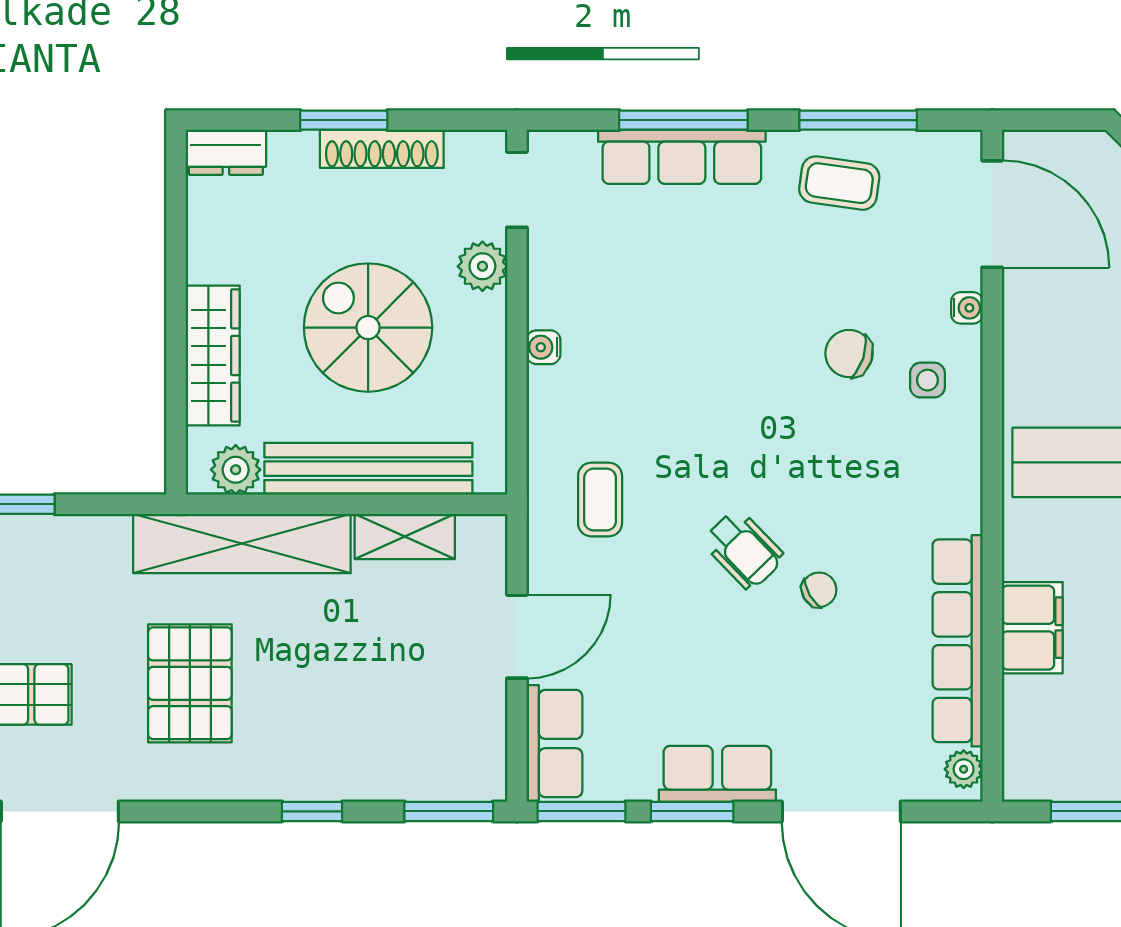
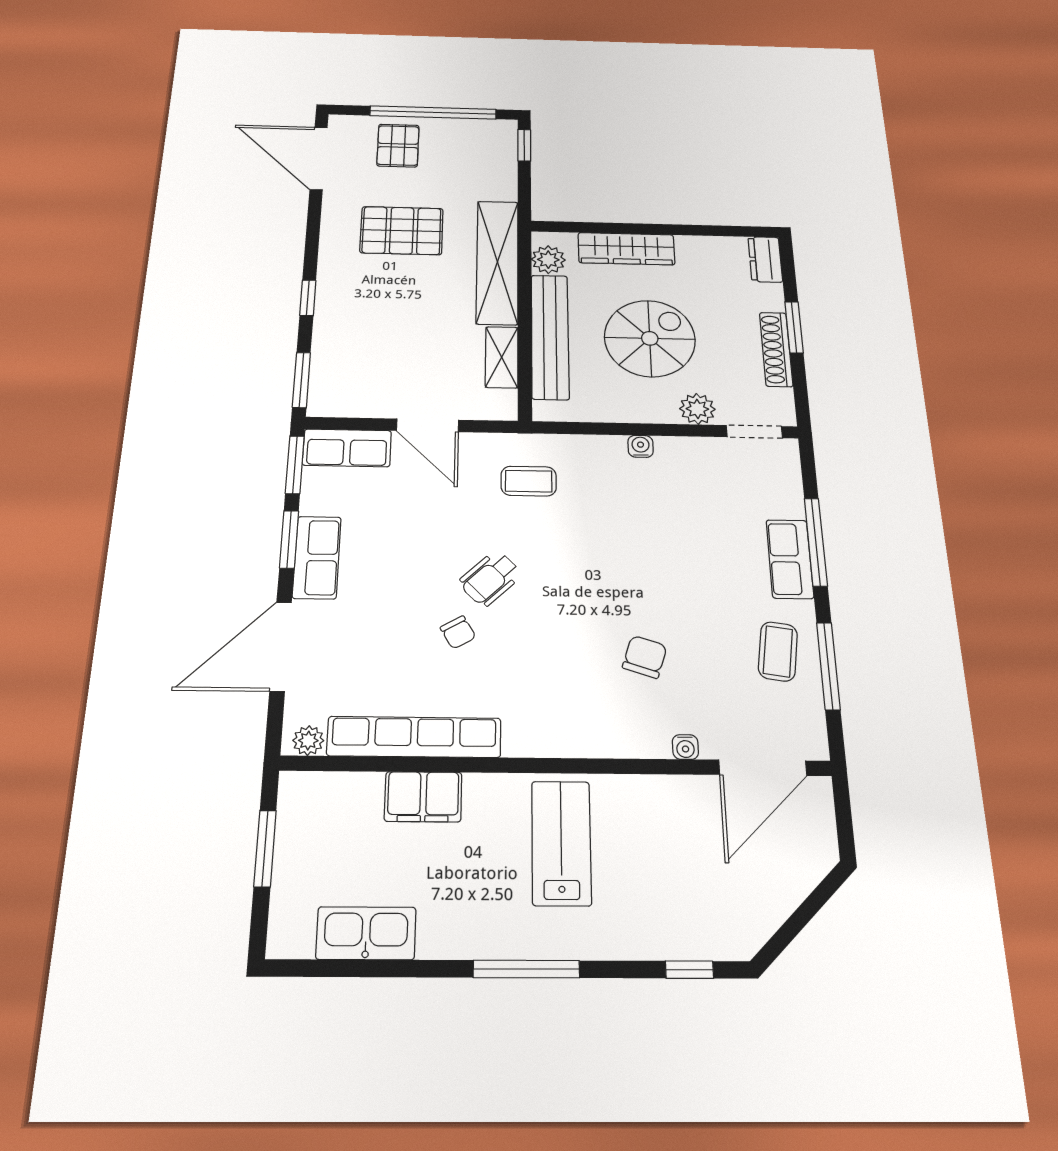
row of seats: (682, 157) -> (790, 559), width x0.68
side table: (927, 380) -> (626, 716), removed

